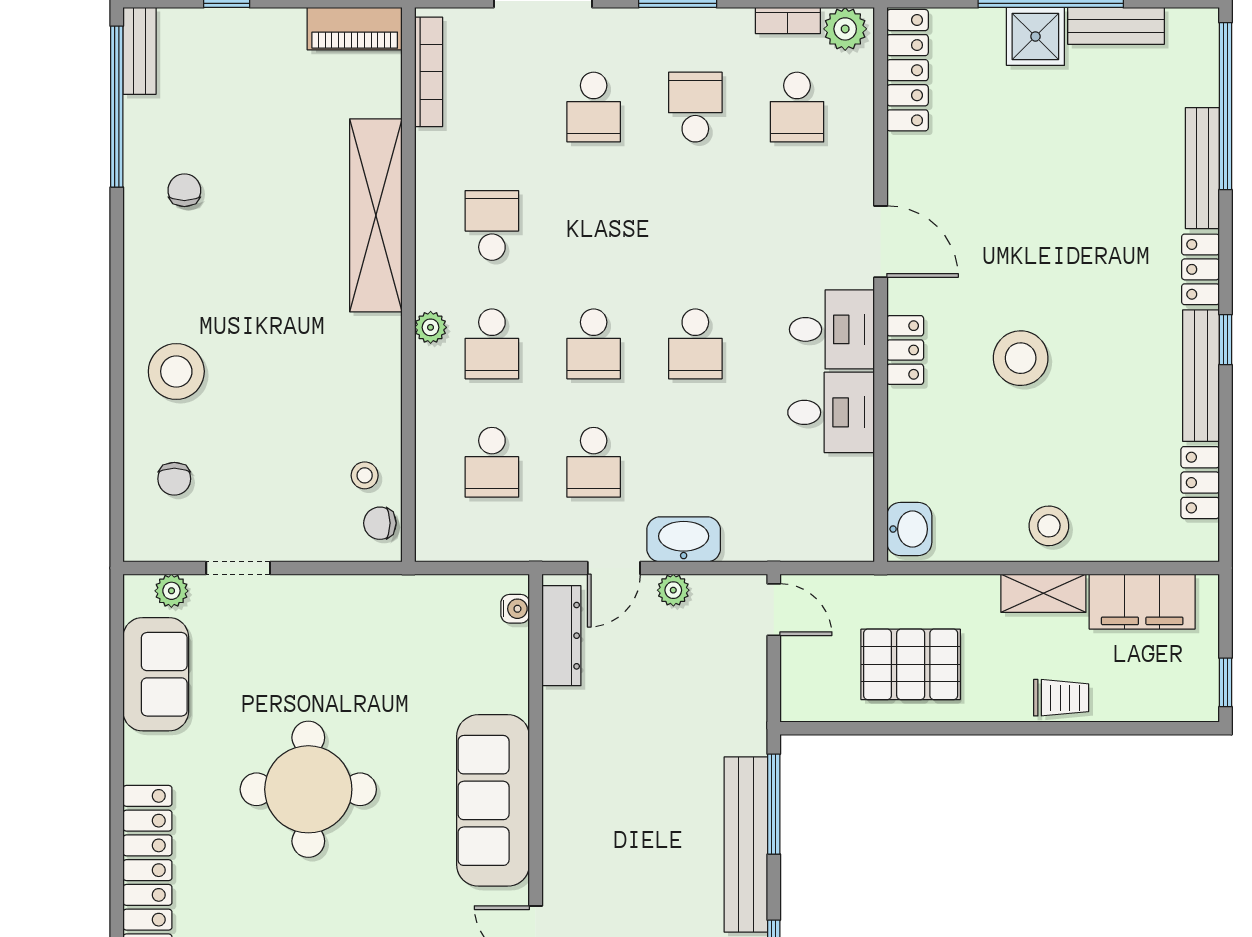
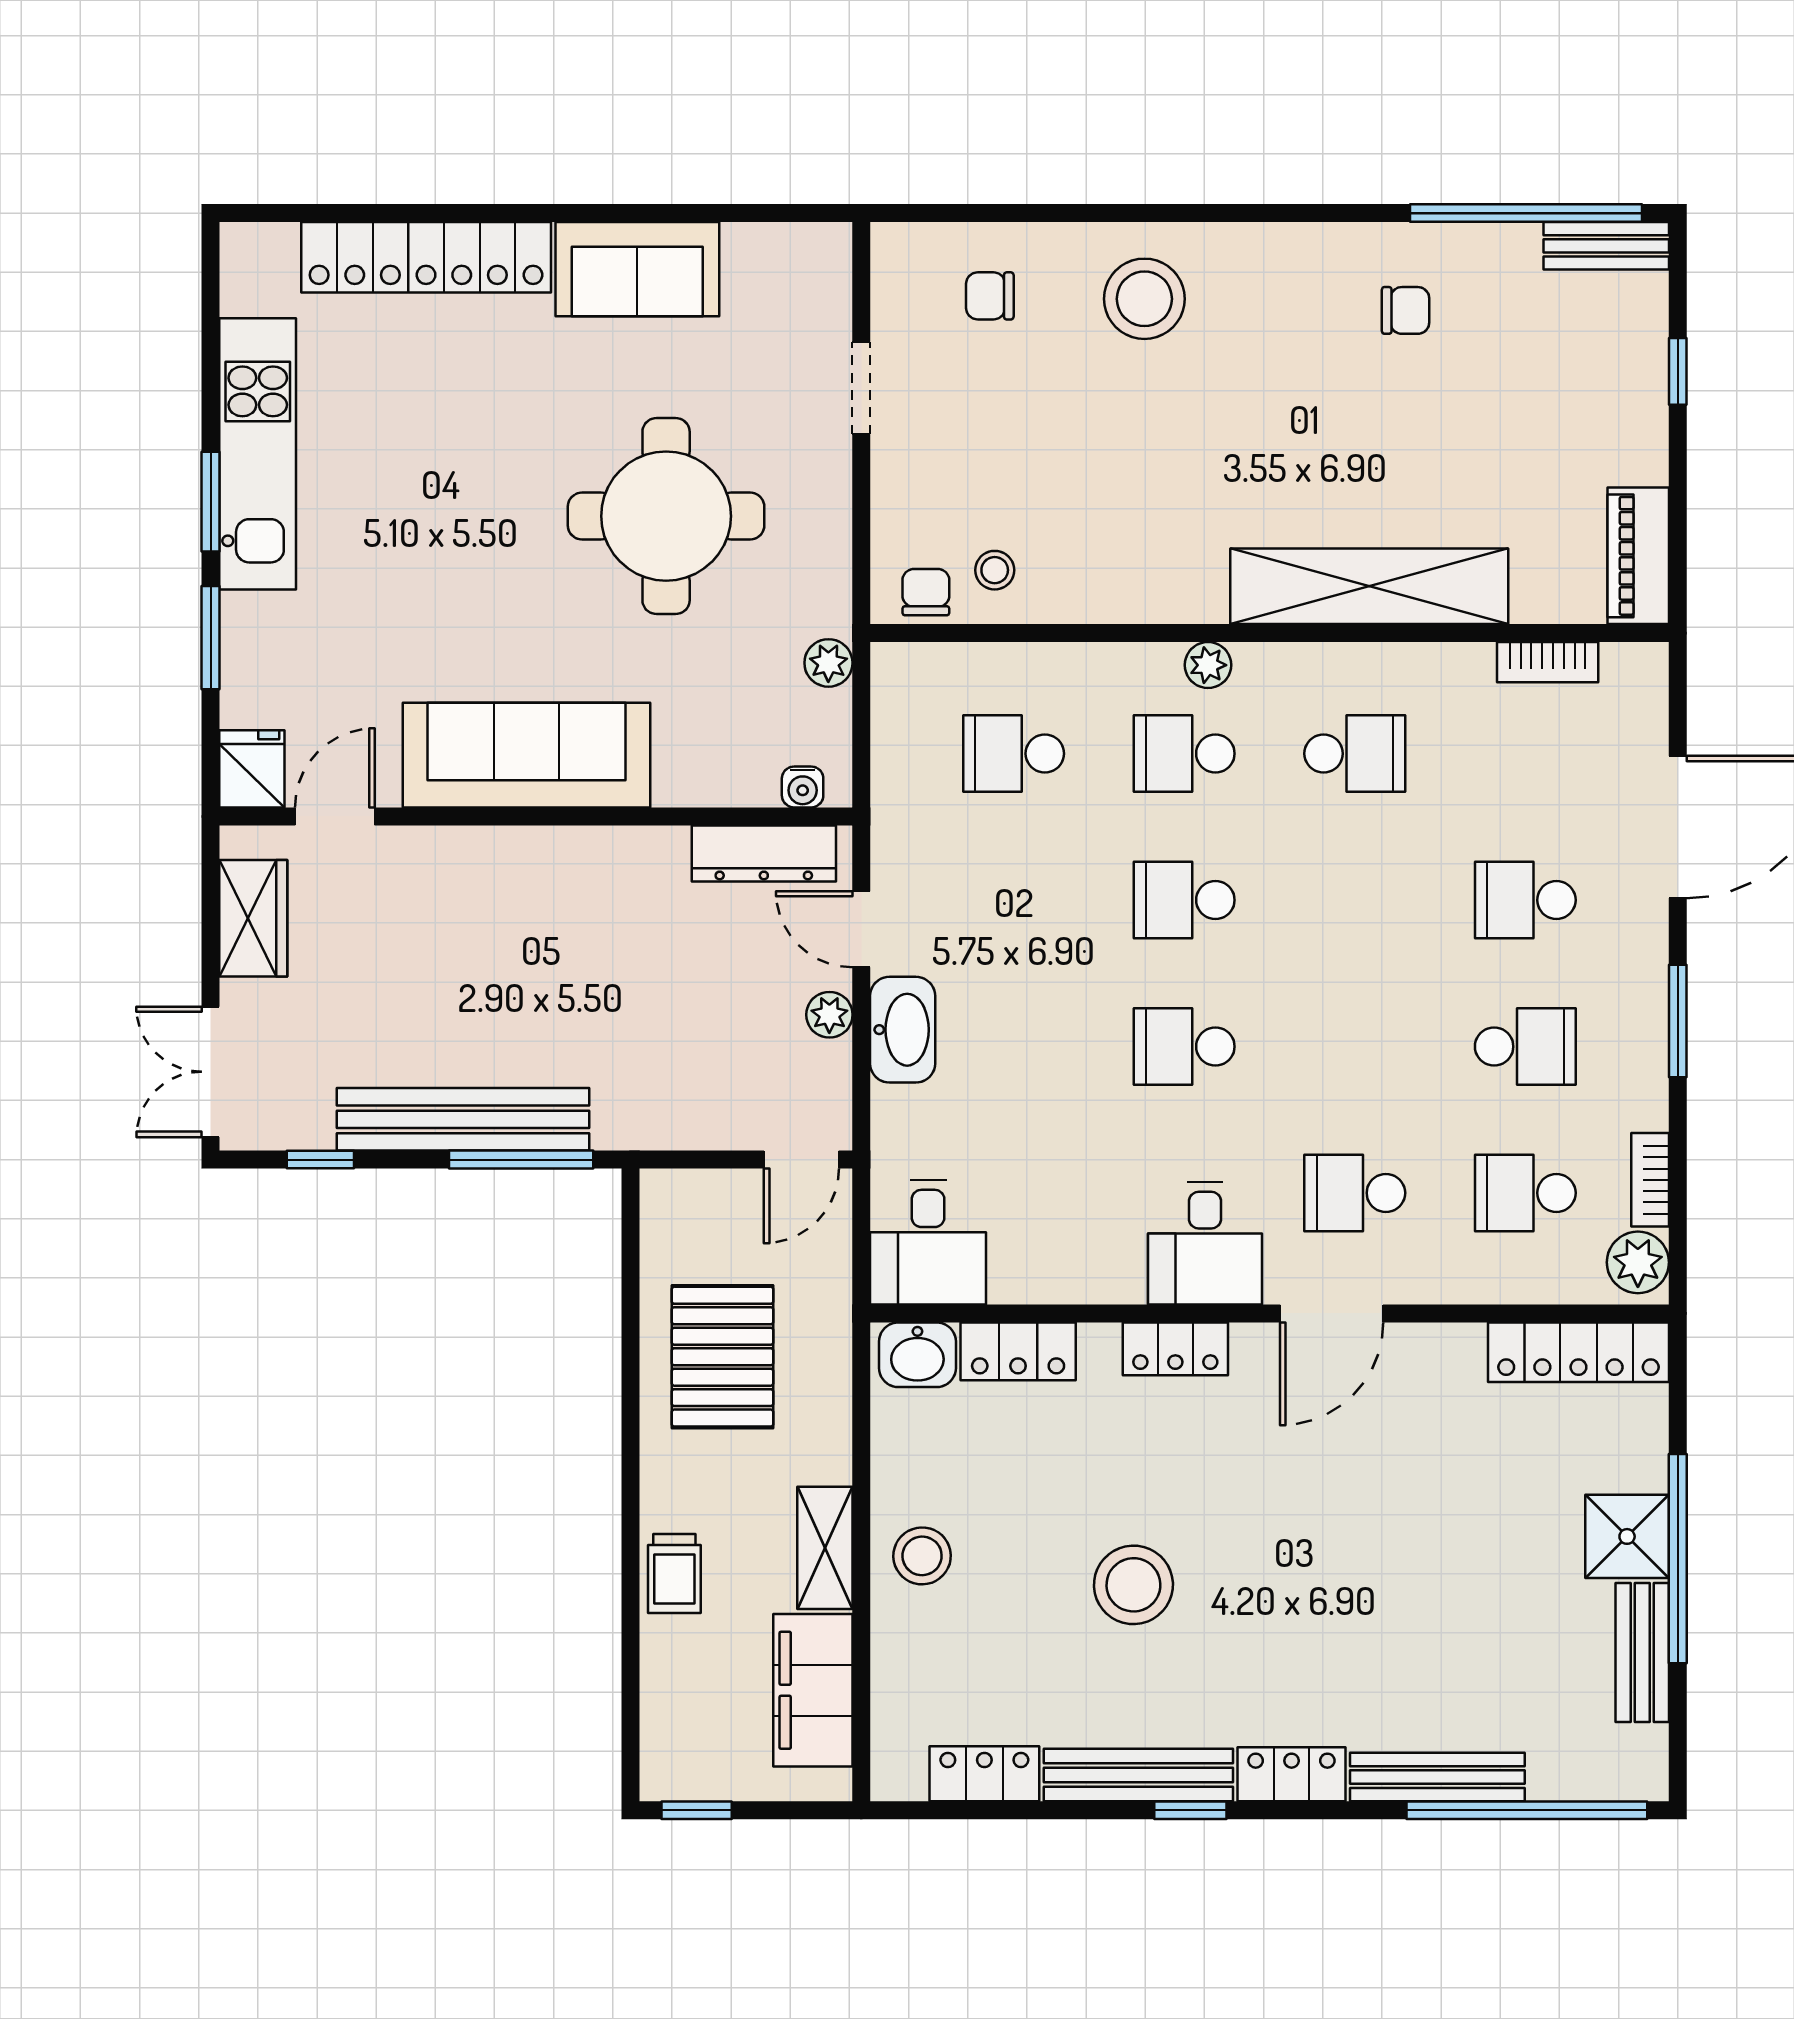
bookcase: (429, 72) -> (1548, 662), width x0.64
stool: (1021, 358) -> (1133, 1585), moved
desk: (831, 412) -> (928, 1242), moved
locker: (907, 459) -> (1018, 1351), added
school desk: (594, 462) -> (1355, 1193), moved
plant: (171, 591) -> (828, 663), moved
sofa: (156, 674) -> (637, 269), moved
round table: (308, 789) -> (666, 516), moved

